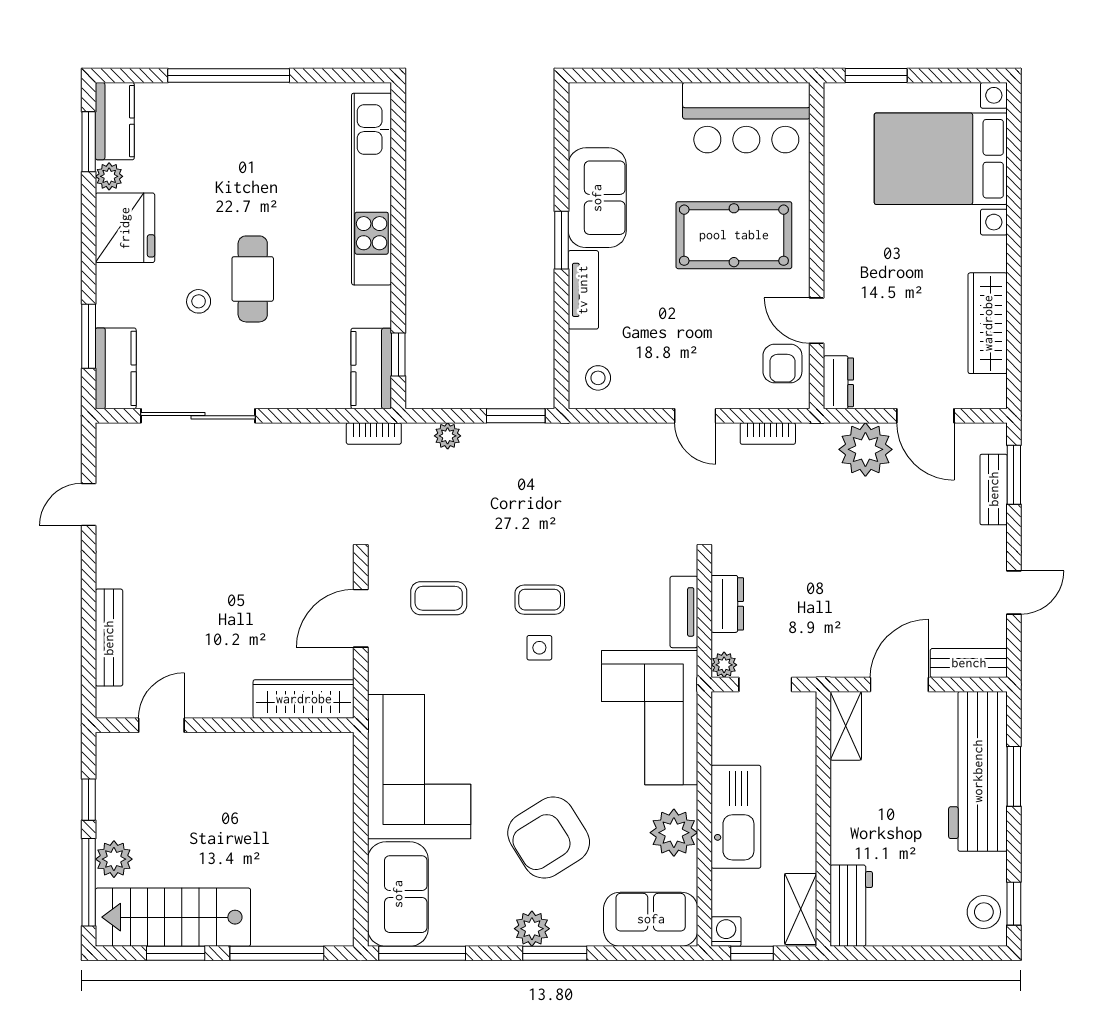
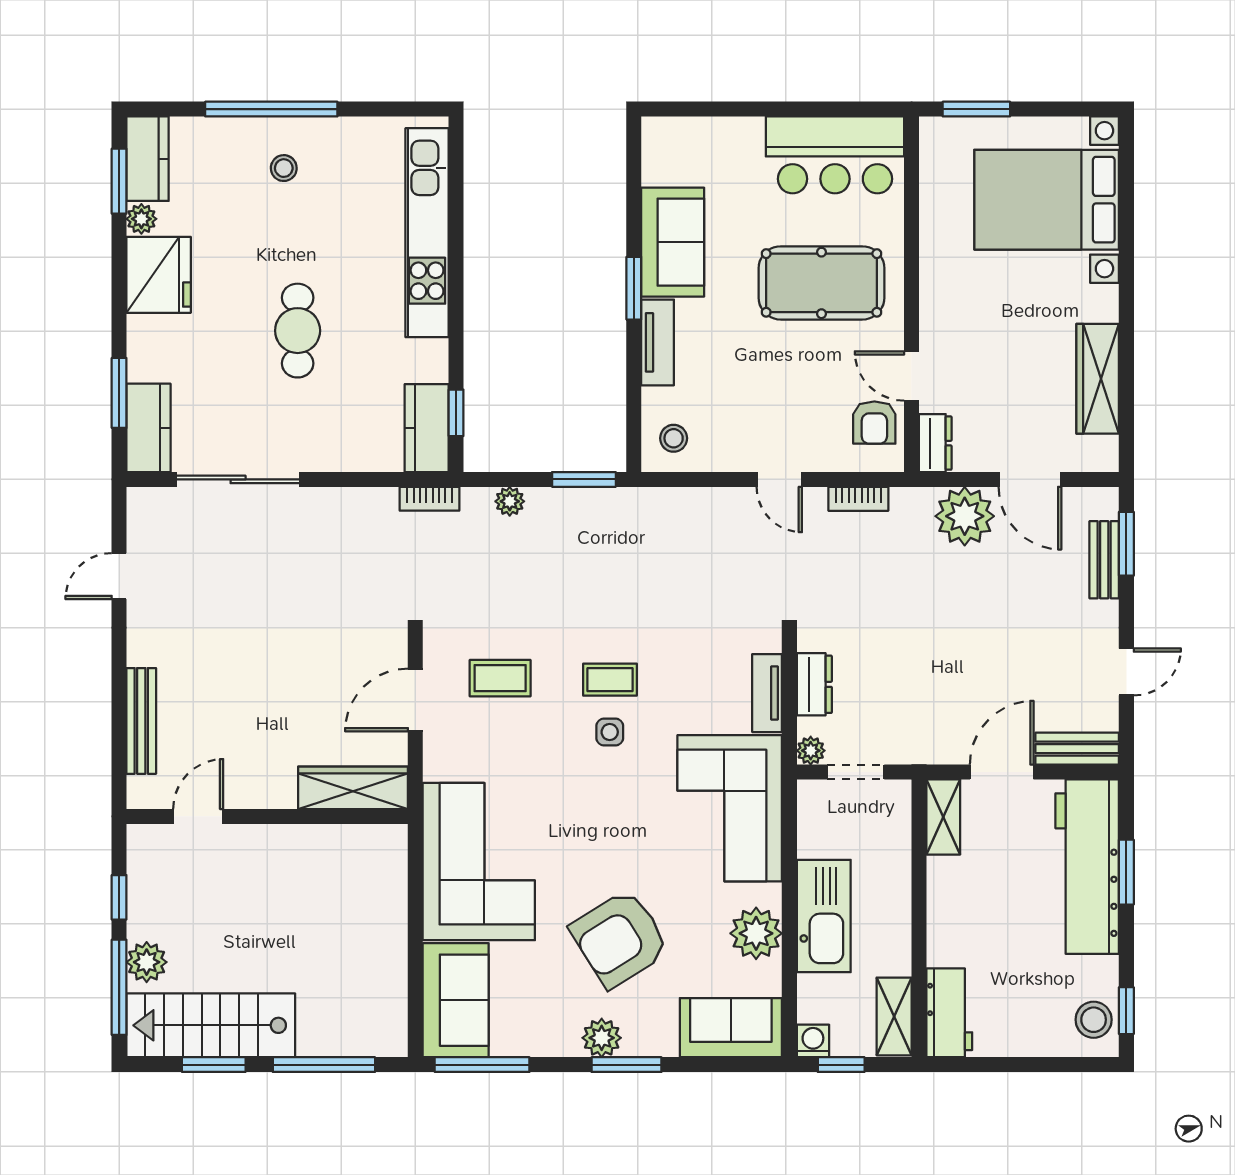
stool: (199, 301) -> (284, 168), moved

